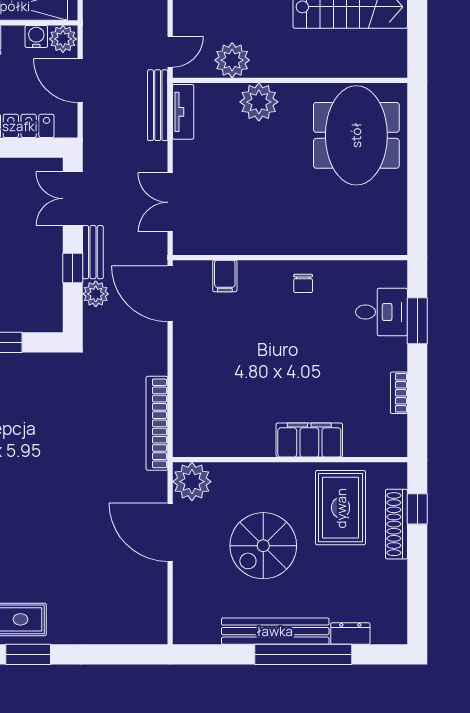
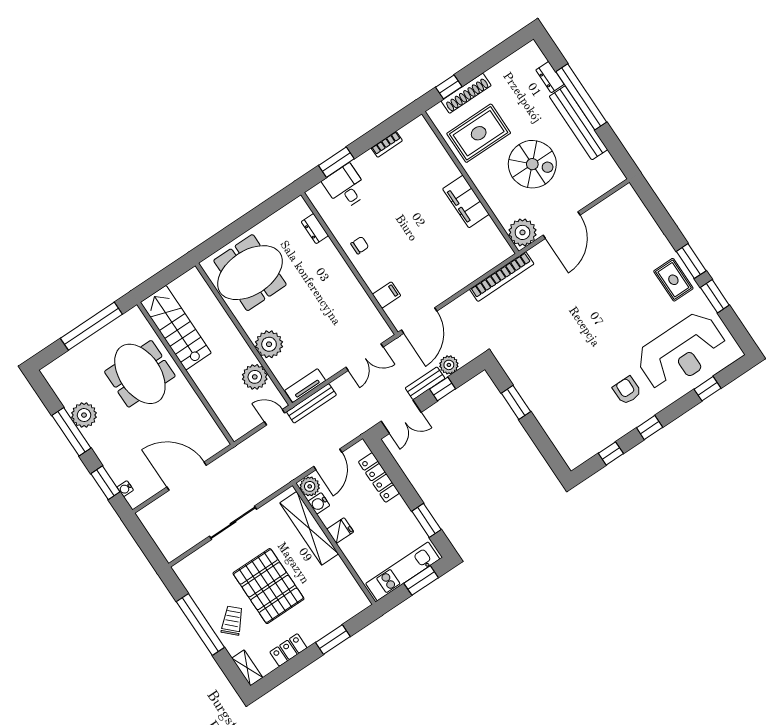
dresser: (357, 244) -> (315, 229), added
filing cabinet: (309, 440) -> (466, 201), moved

